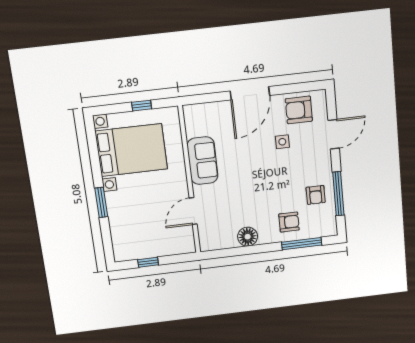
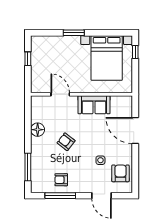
door: (250, 93) -> (135, 131), moved
window: (142, 106) -> (135, 52), moved
armchair: (289, 222) -> (66, 142), moved, turned 128

